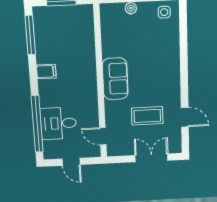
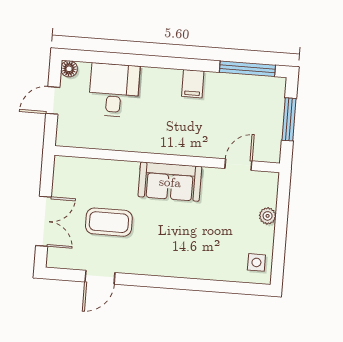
coffee table: (147, 116) -> (109, 222), turned 90
window: (37, 124) -> (117, 59), removed
door: (103, 136) -> (238, 165), moved
floor lamp: (49, 154) -> (69, 69), added

